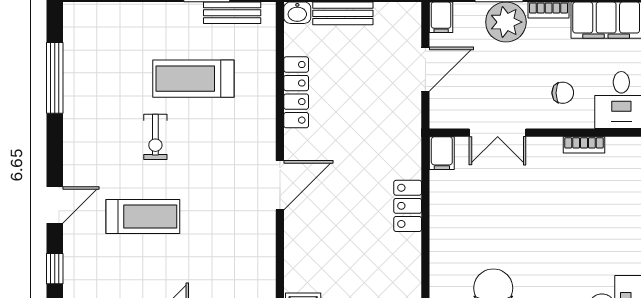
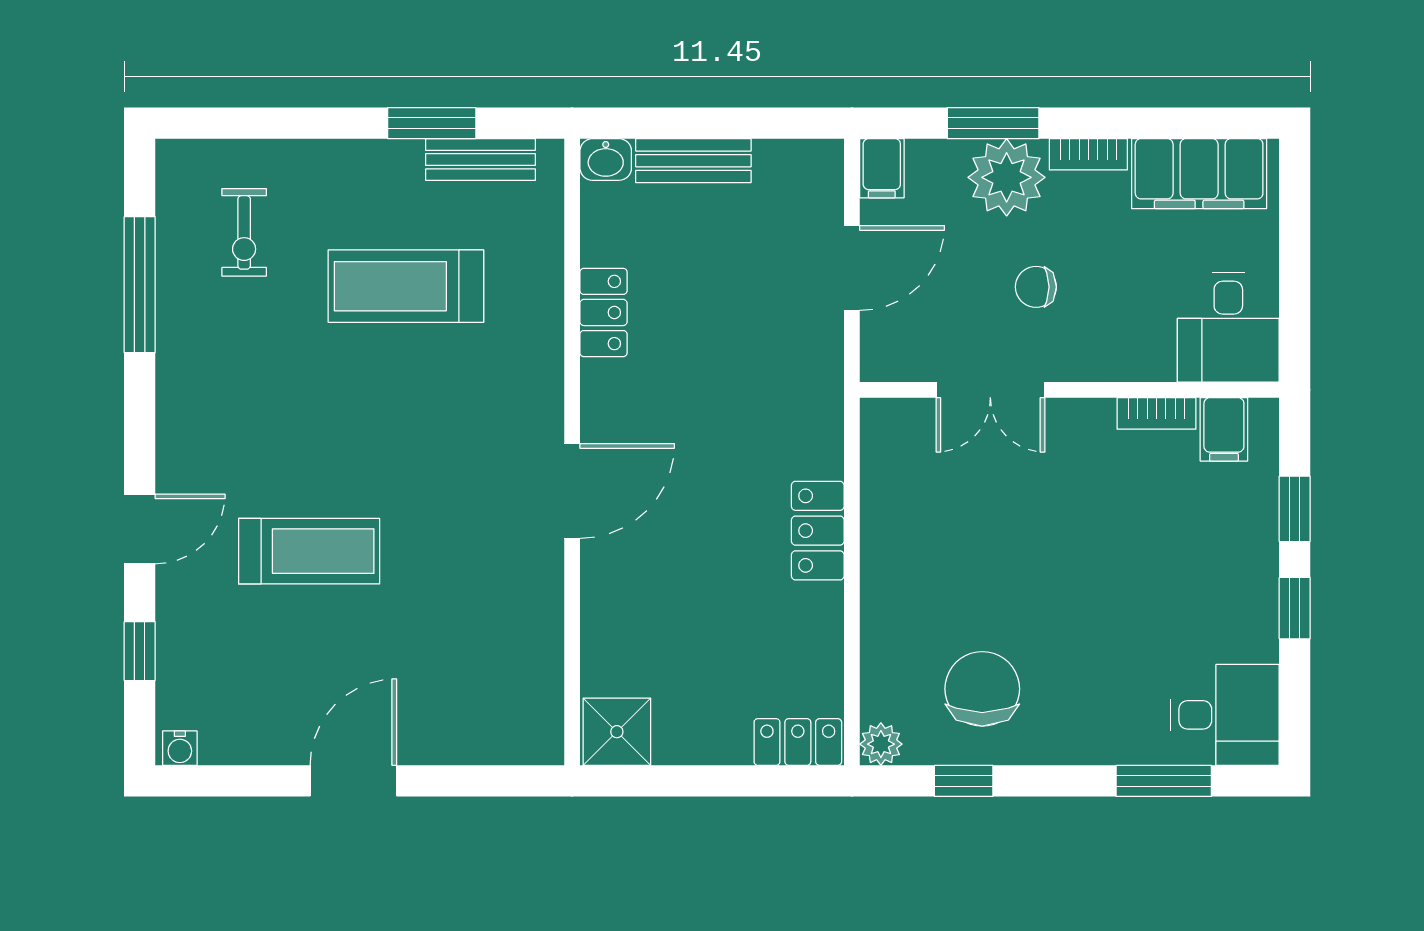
locker: (296, 92) -> (603, 312), width x0.66
chair: (563, 93) -> (1036, 287), moved, turned 180
exercise bike: (155, 137) -> (244, 232), moved
filing cabinet: (442, 153) -> (1224, 429), moved

